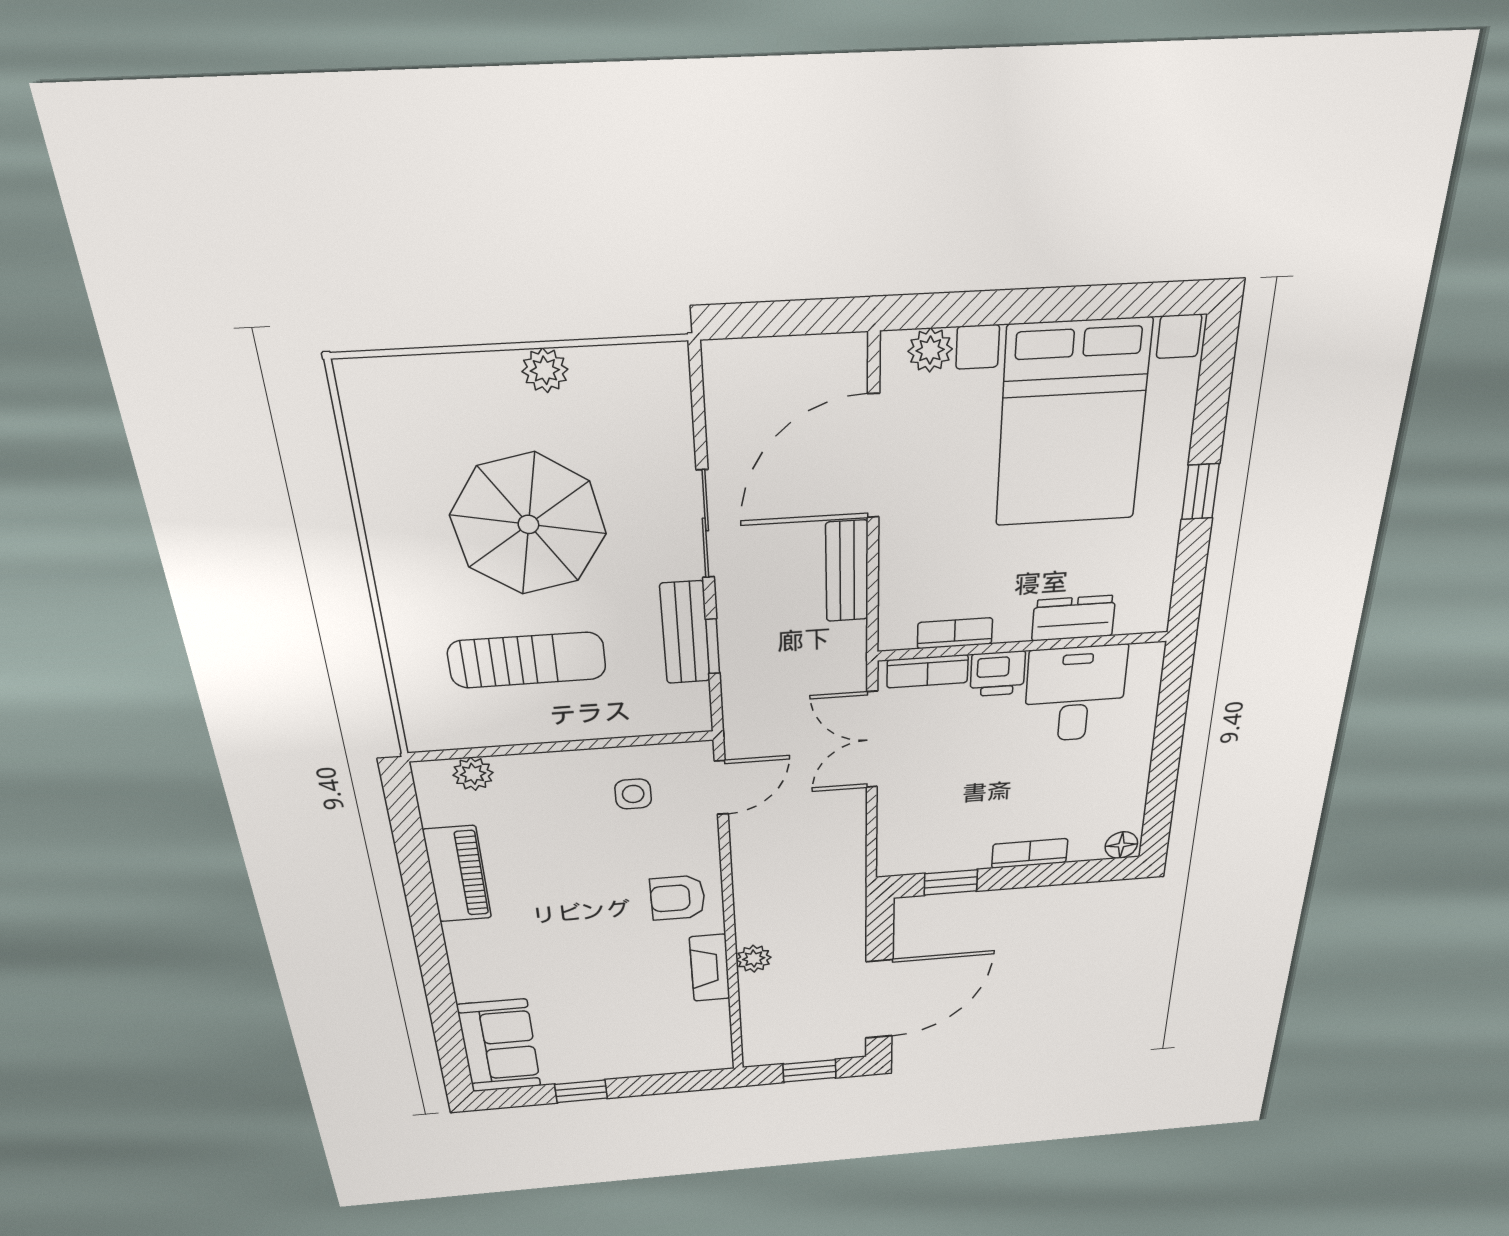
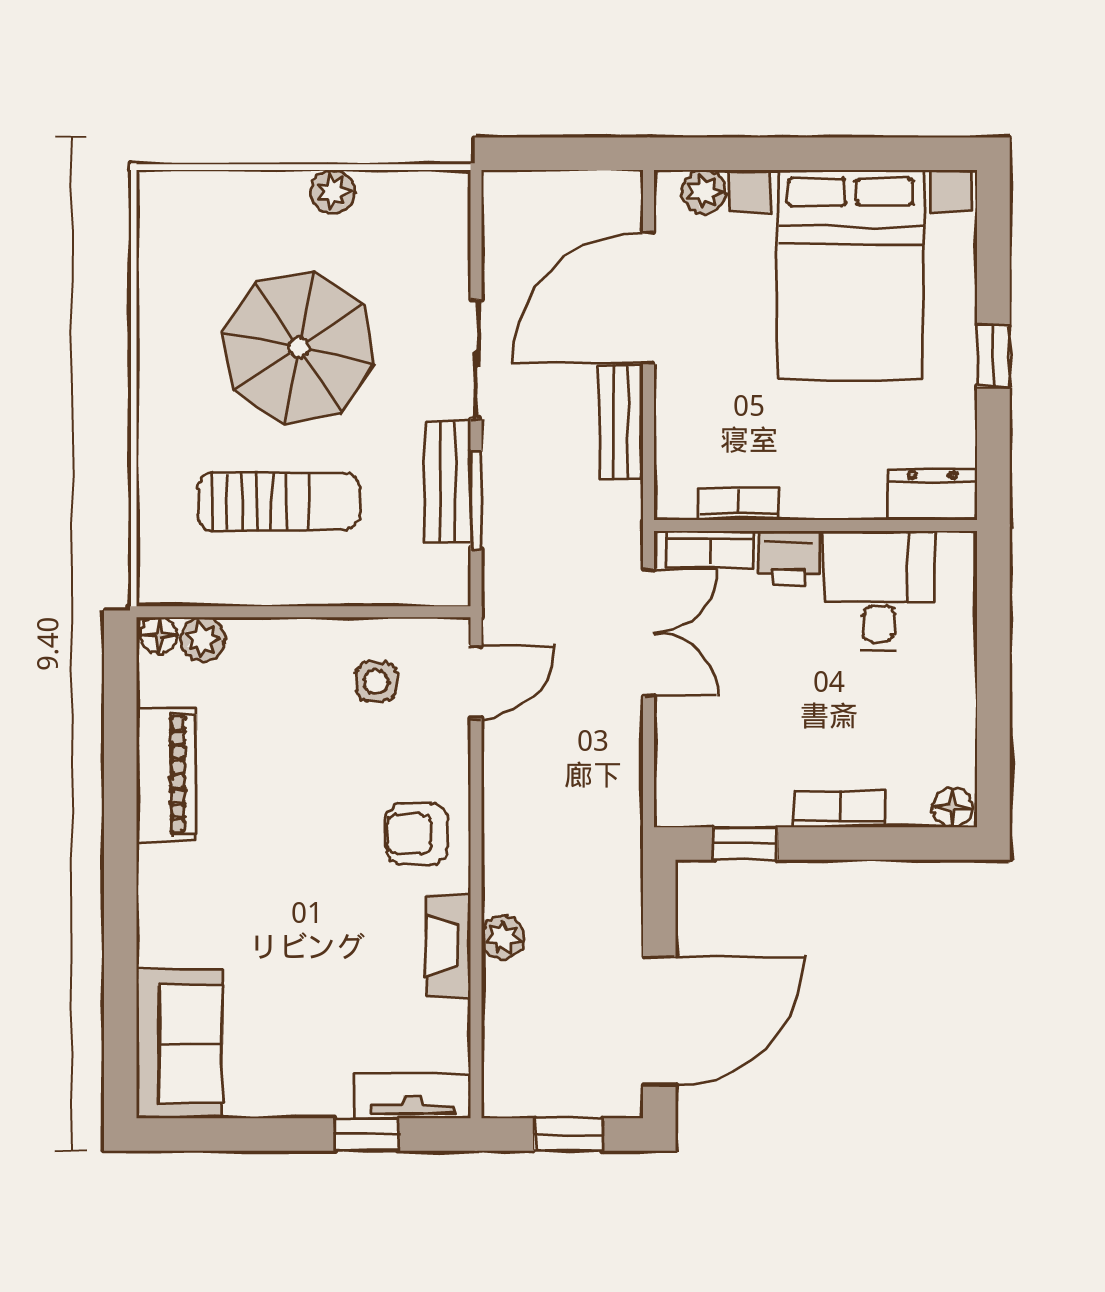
dresser: (1073, 618) -> (933, 495), moved
window: (713, 646) -> (476, 500), width x1.50
double door: (872, 740) -> (648, 633), swing flipped
floor lamp: (432, 774) -> (159, 635), added
tv unit: (688, 1060) -> (413, 1096), added
window: (581, 1091) -> (367, 1135), moved

